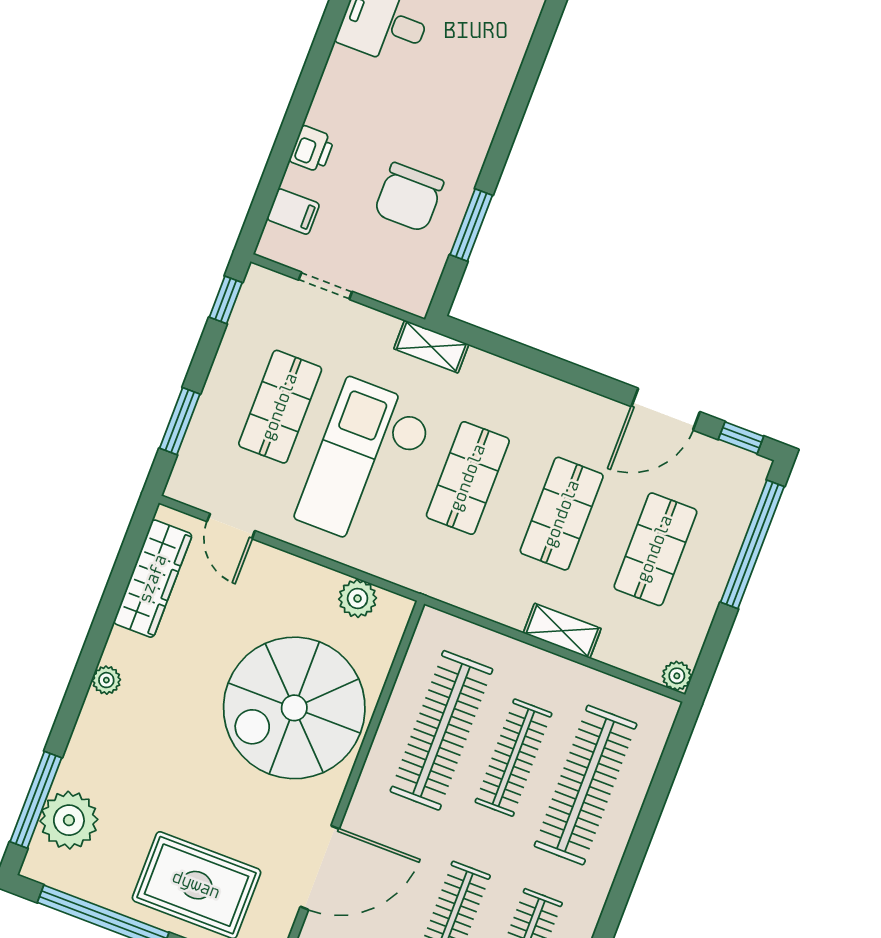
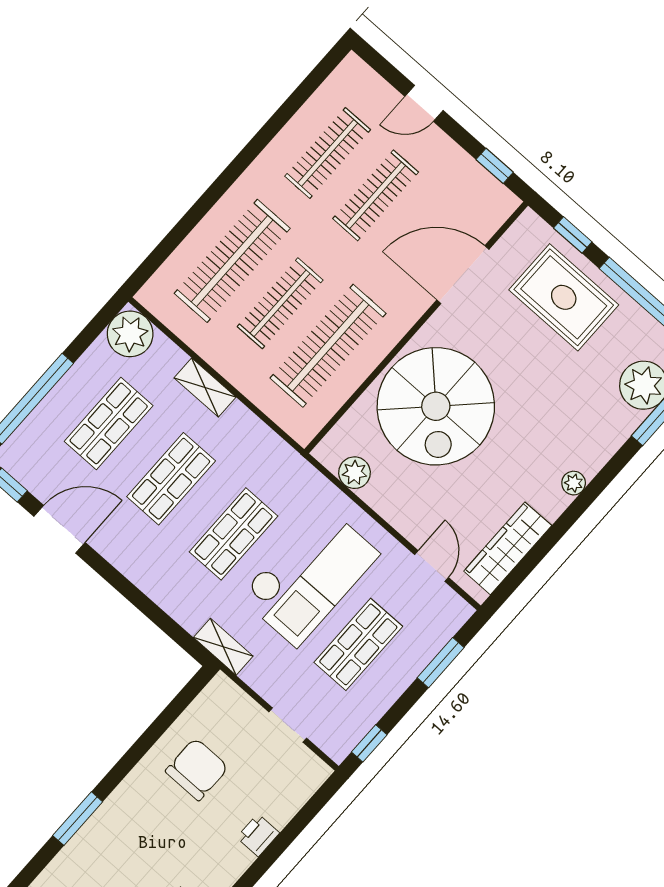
filing cabinet: (293, 212) -> (291, 792), removed
window: (471, 225) -> (78, 819), moved
plant: (677, 676) -> (130, 334), width x1.88, depth x1.88
spiral stairs: (294, 708) -> (436, 406), turned 90

